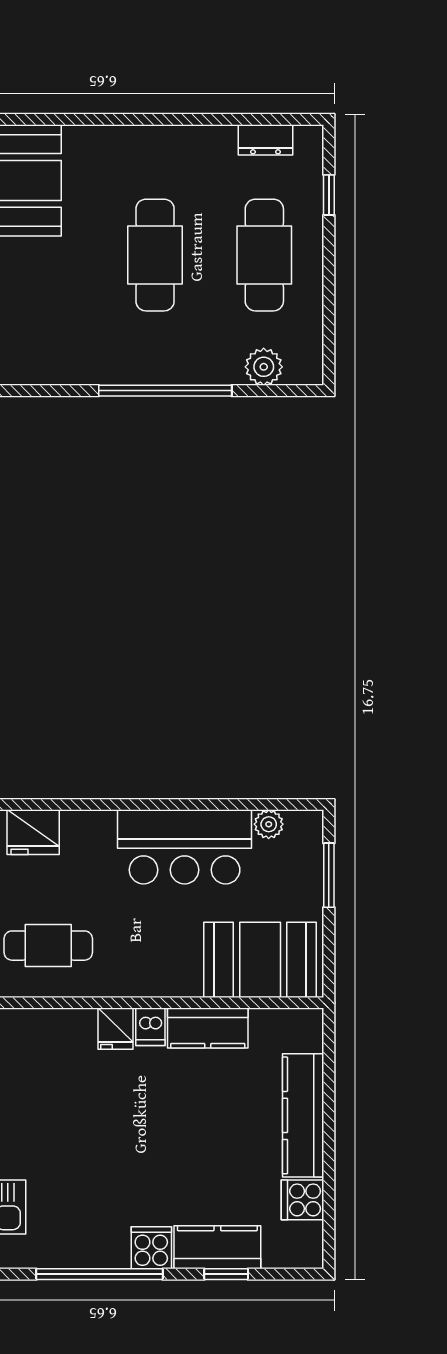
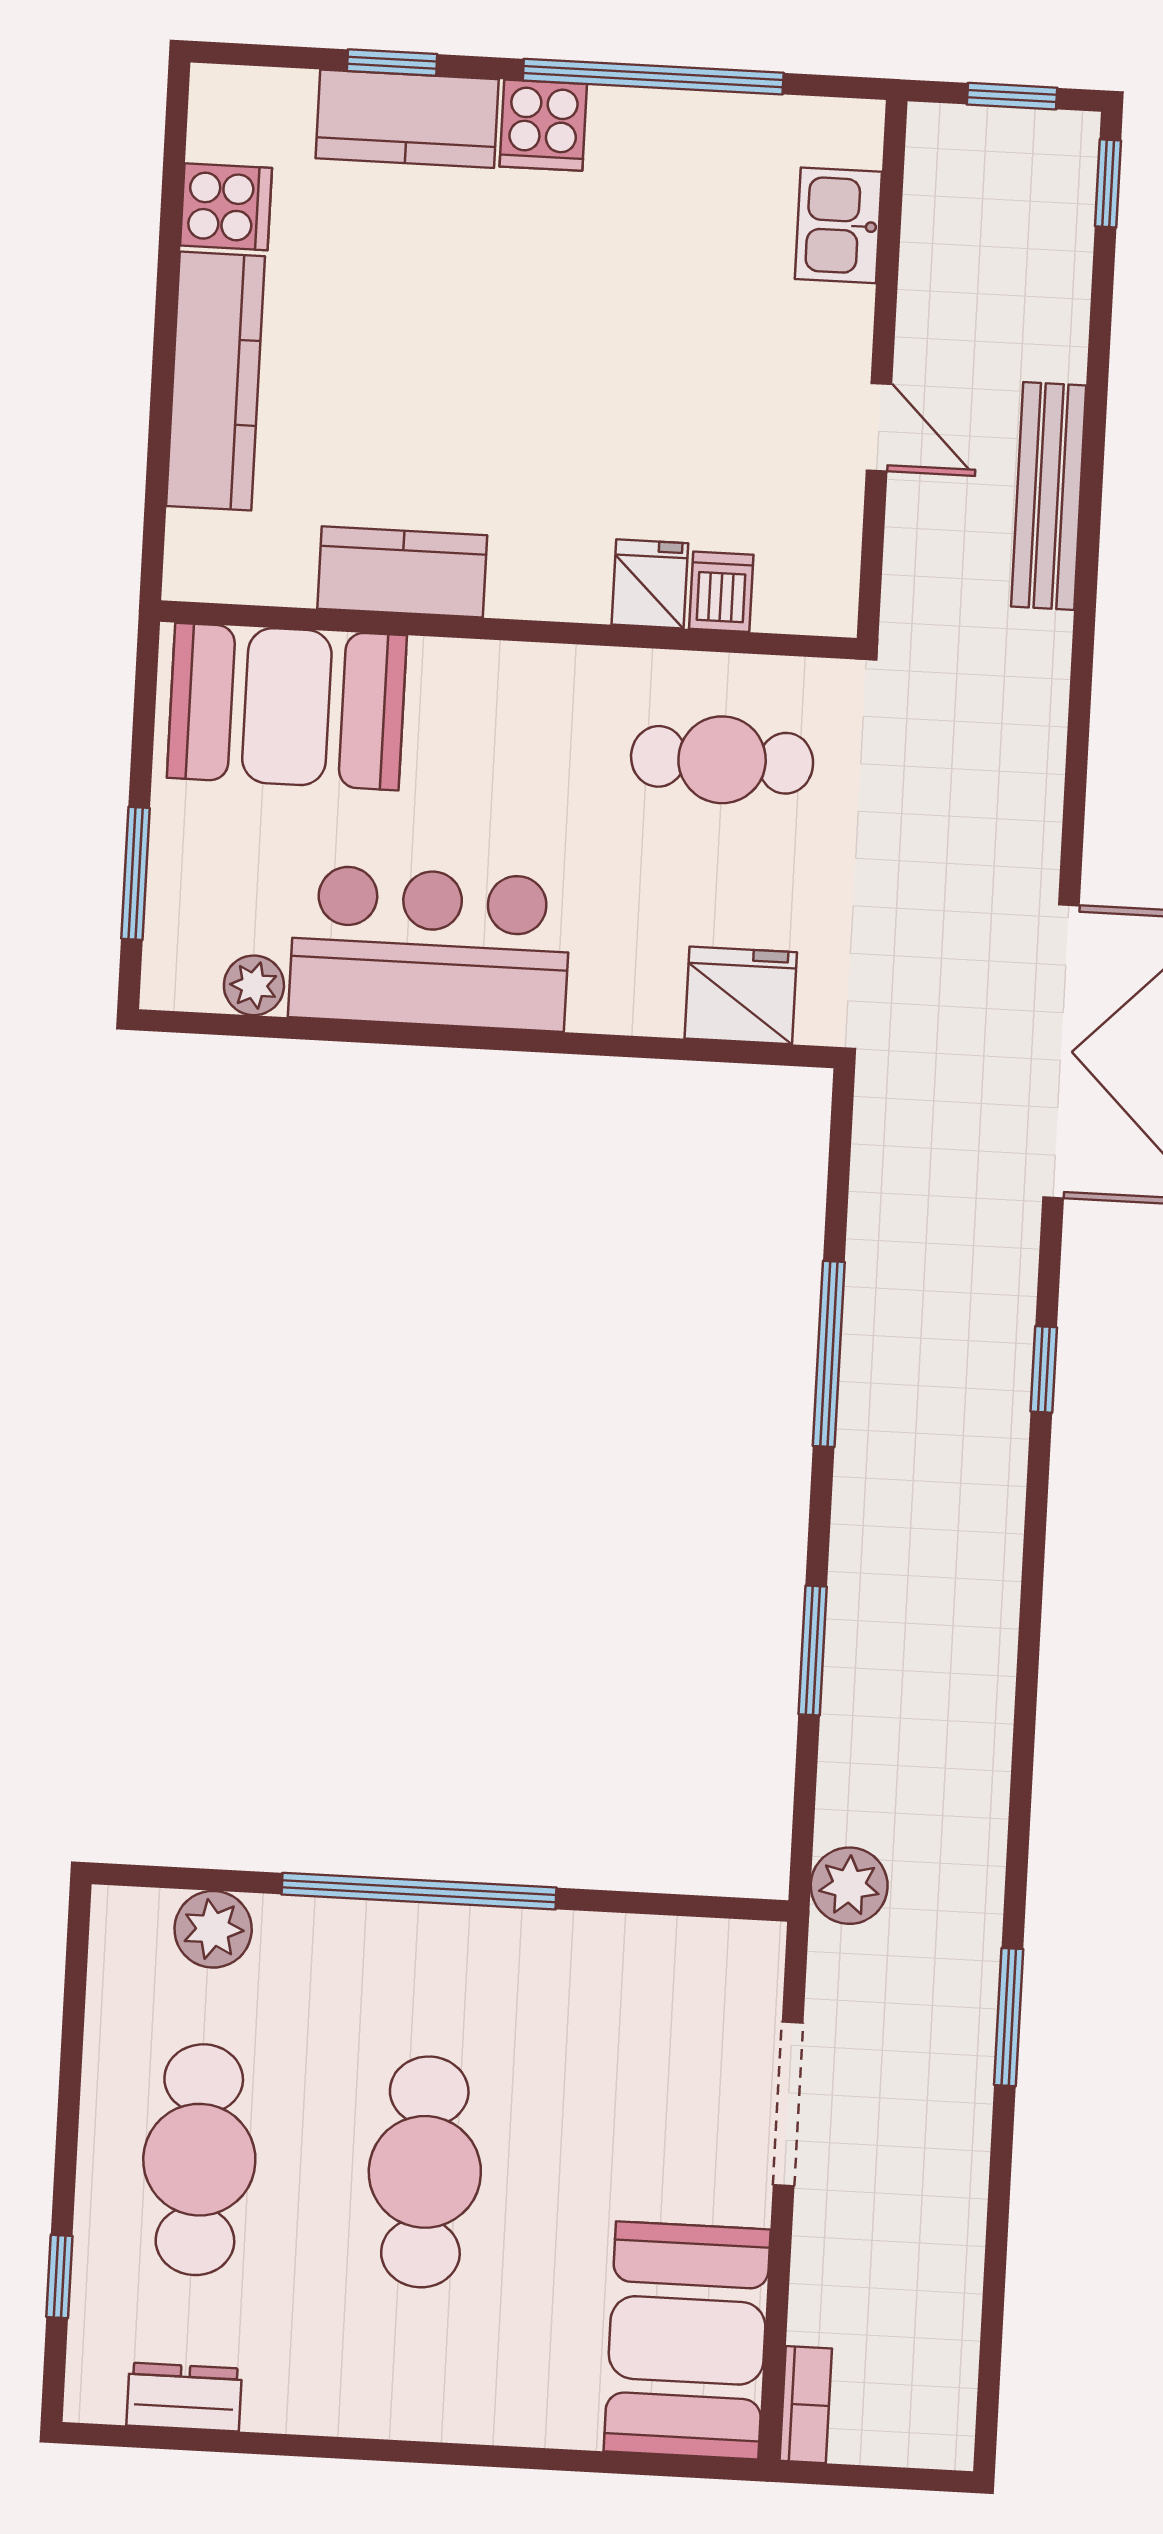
dishwasher: (150, 1027) -> (721, 592), moved
fridge: (116, 1029) -> (650, 584), moved

